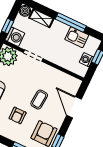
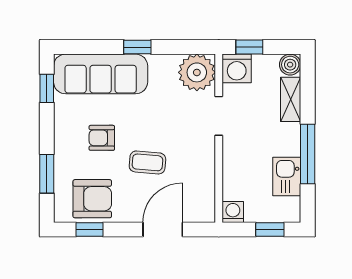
washing machine: (86, 60) -> (233, 212), moved

